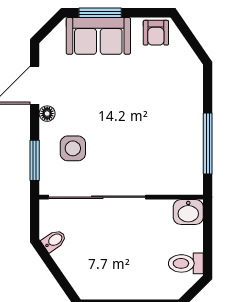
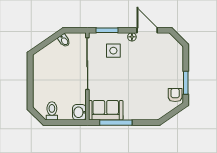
window: (100, 13) -> (186, 83), moved
armchair: (156, 33) -> (175, 95), turned 90
sofa: (98, 36) -> (106, 110), moved, turned 90

